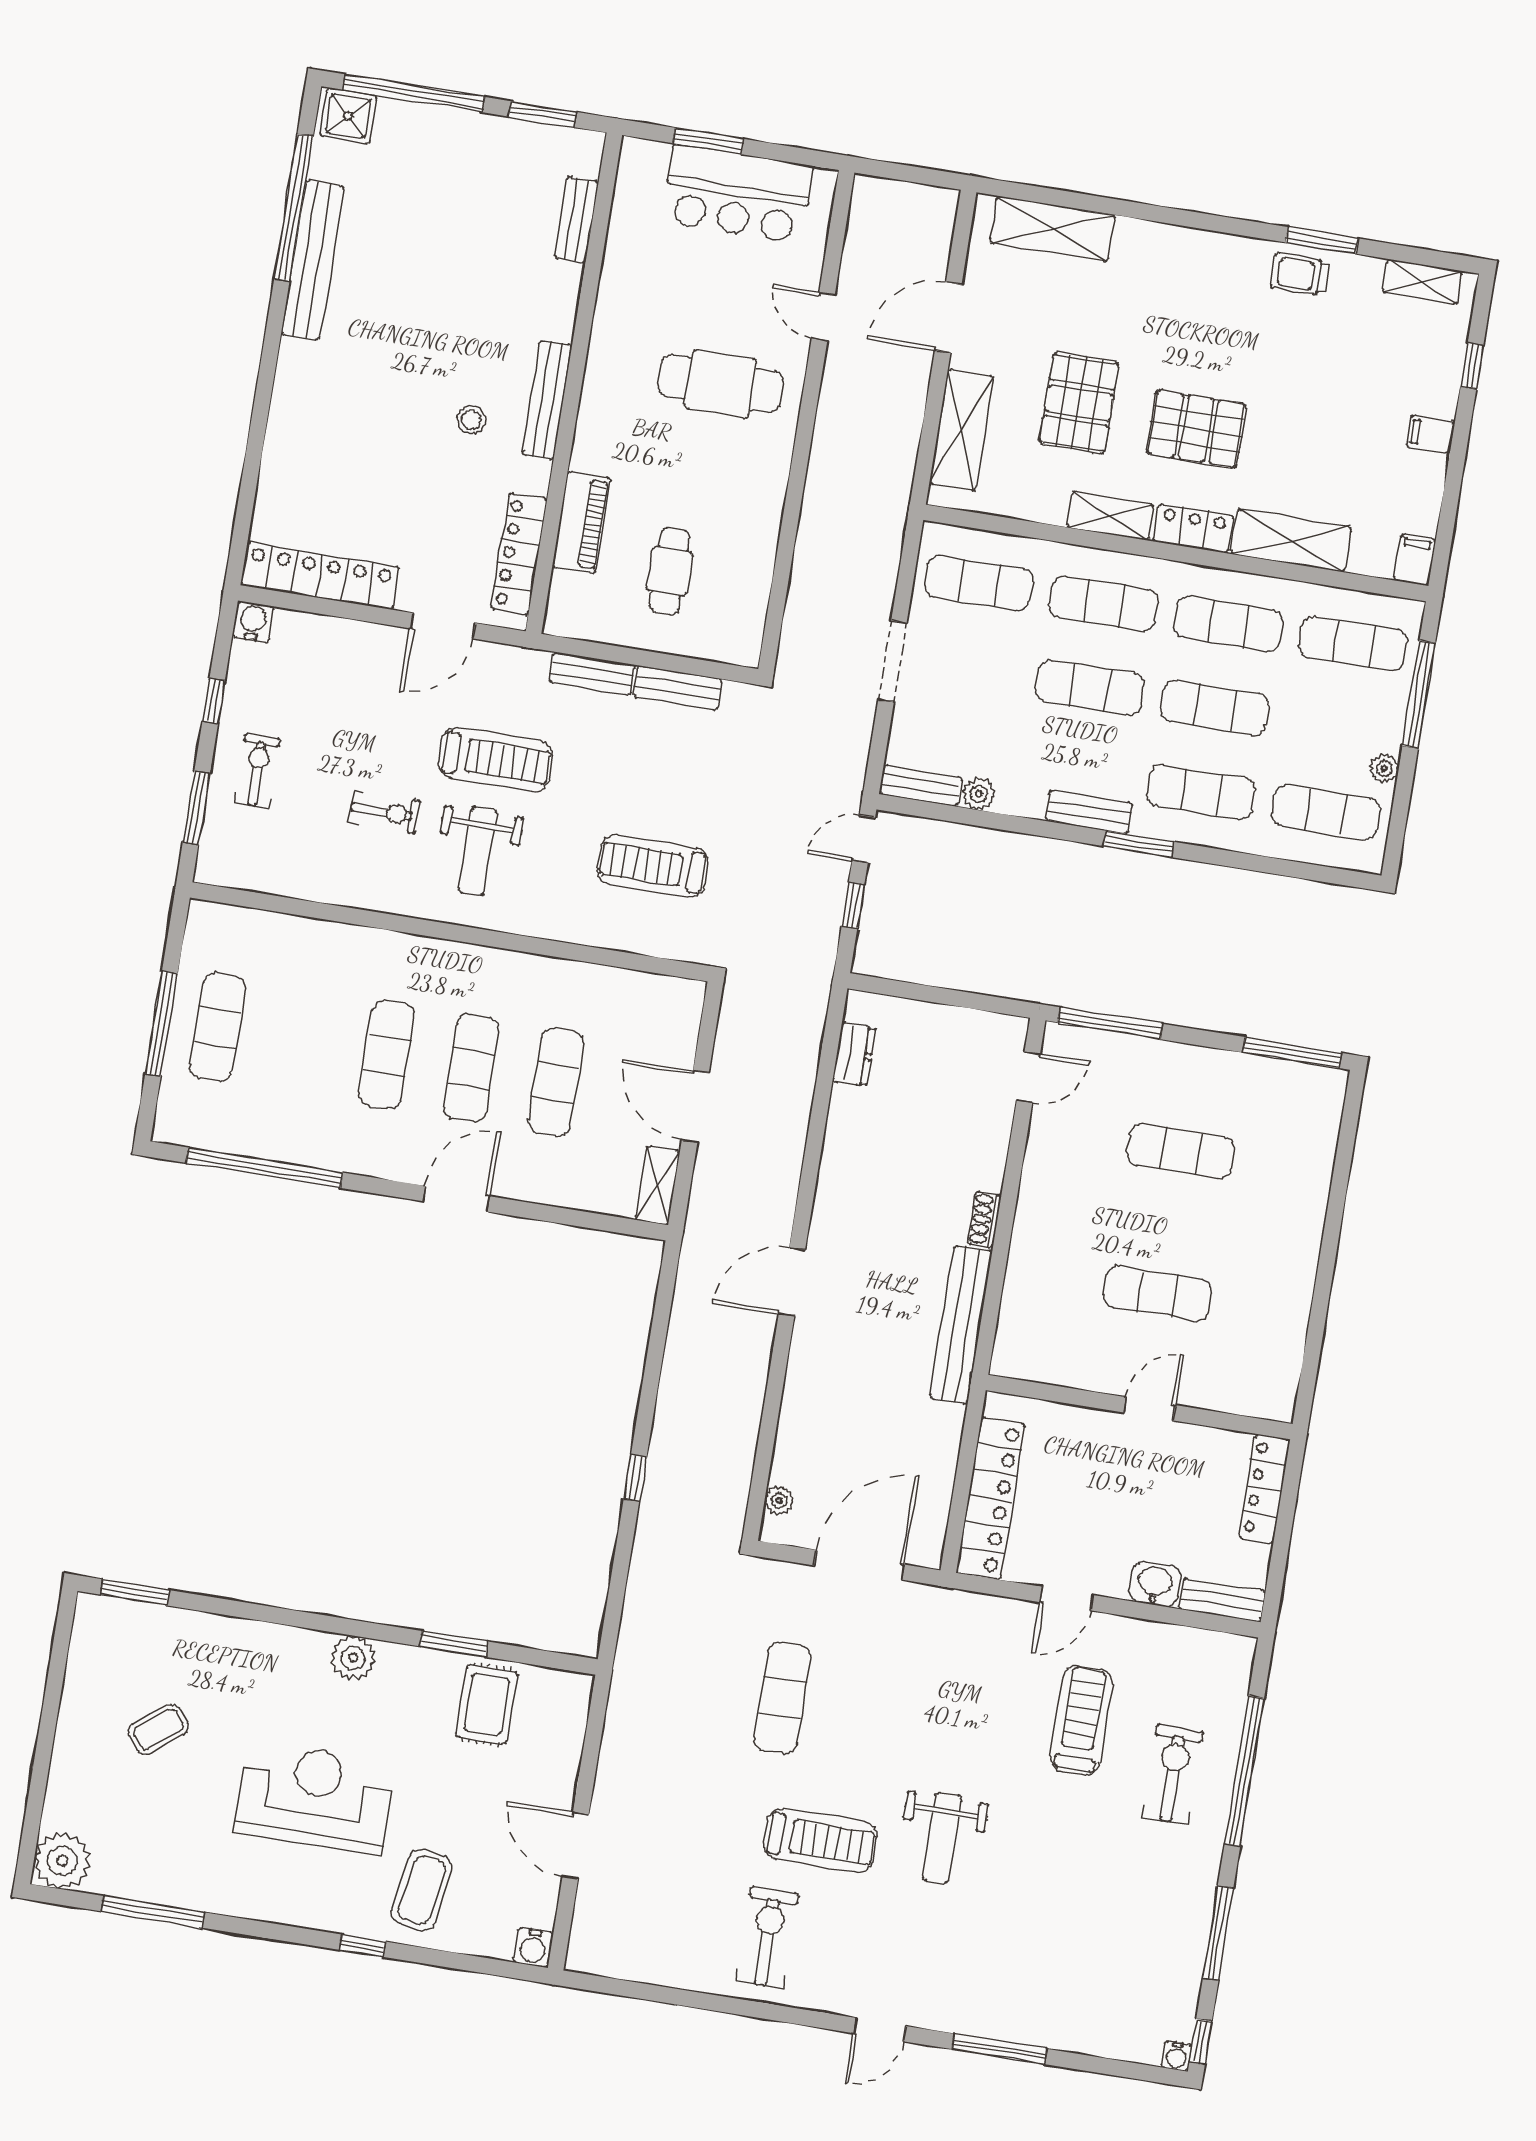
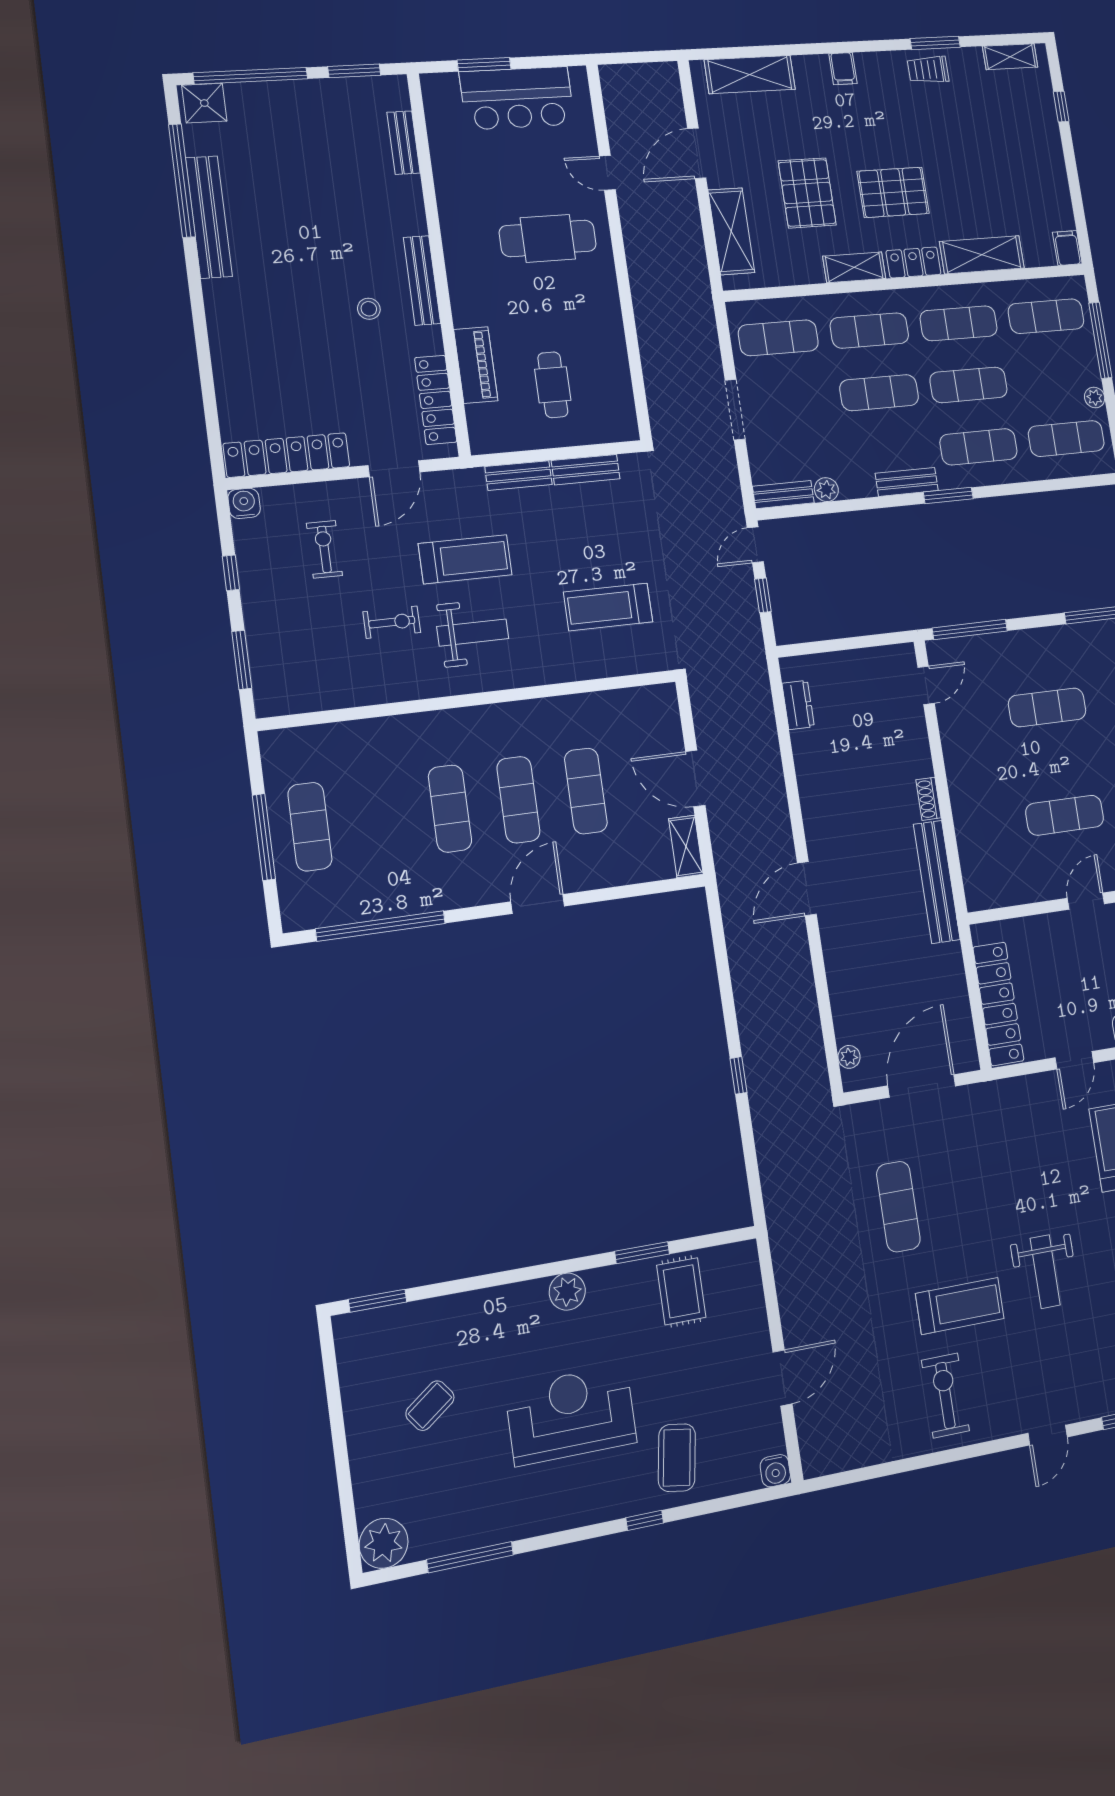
filing cabinet: (1431, 434) -> (843, 69), moved, turned -90
exercise bike: (257, 771) -> (324, 549), moved
weight bench: (478, 851) -> (473, 633), turned -90
door: (576, 1846) -> (782, 1378), swing flipped

